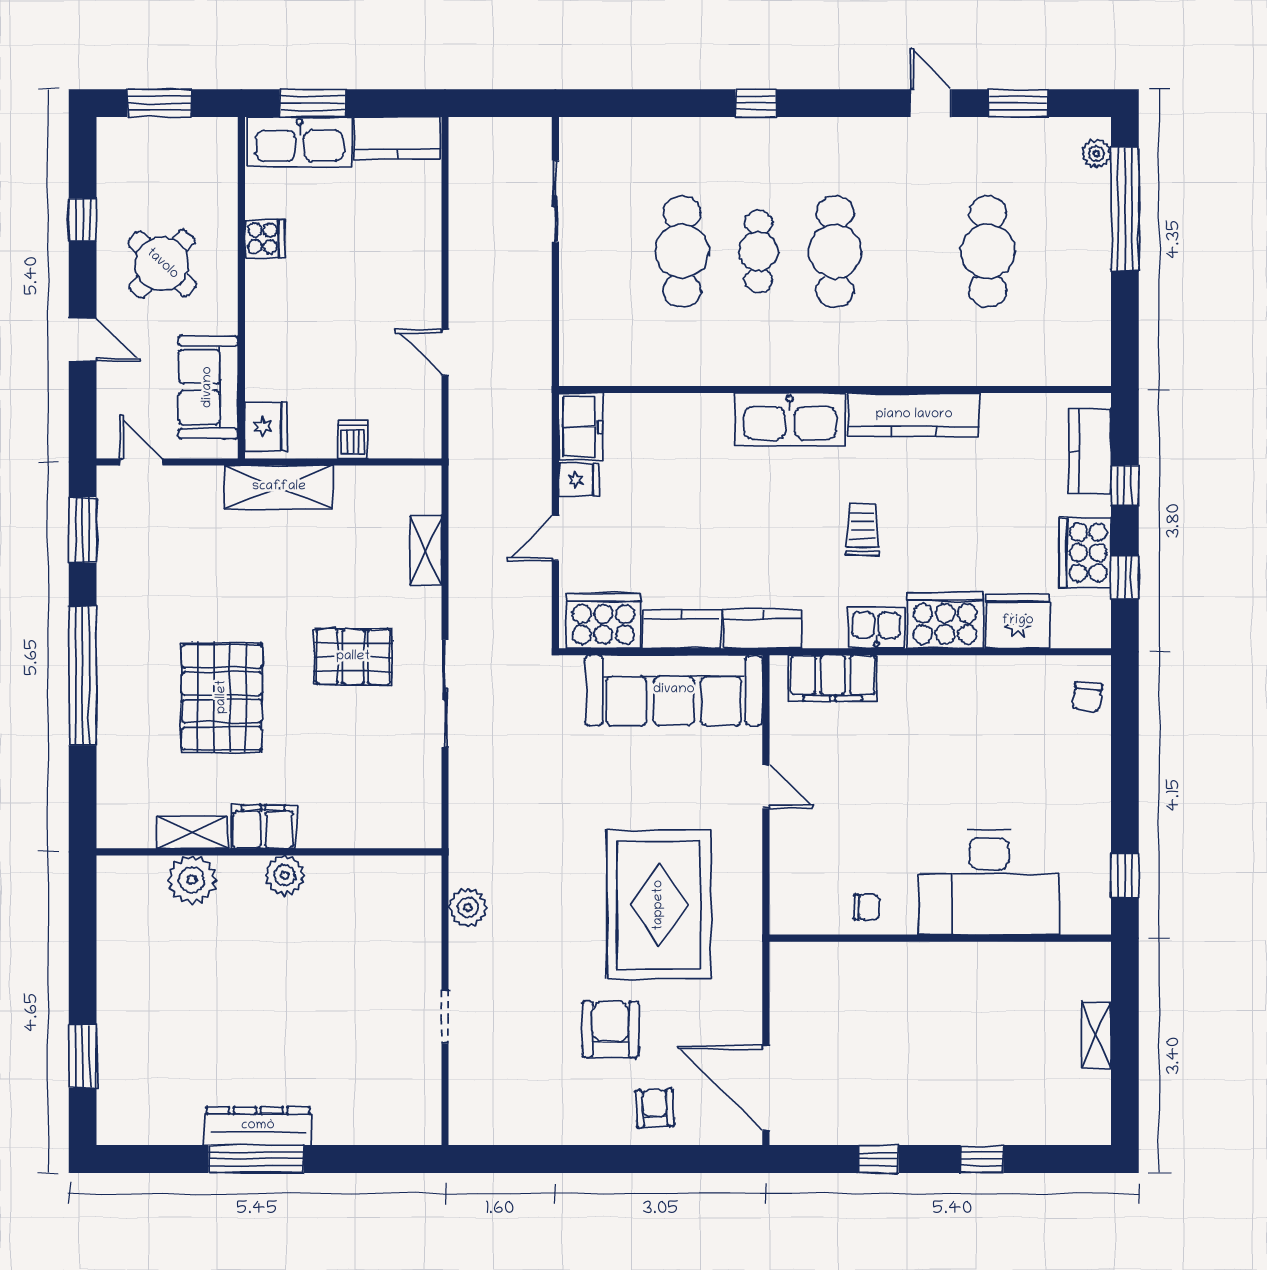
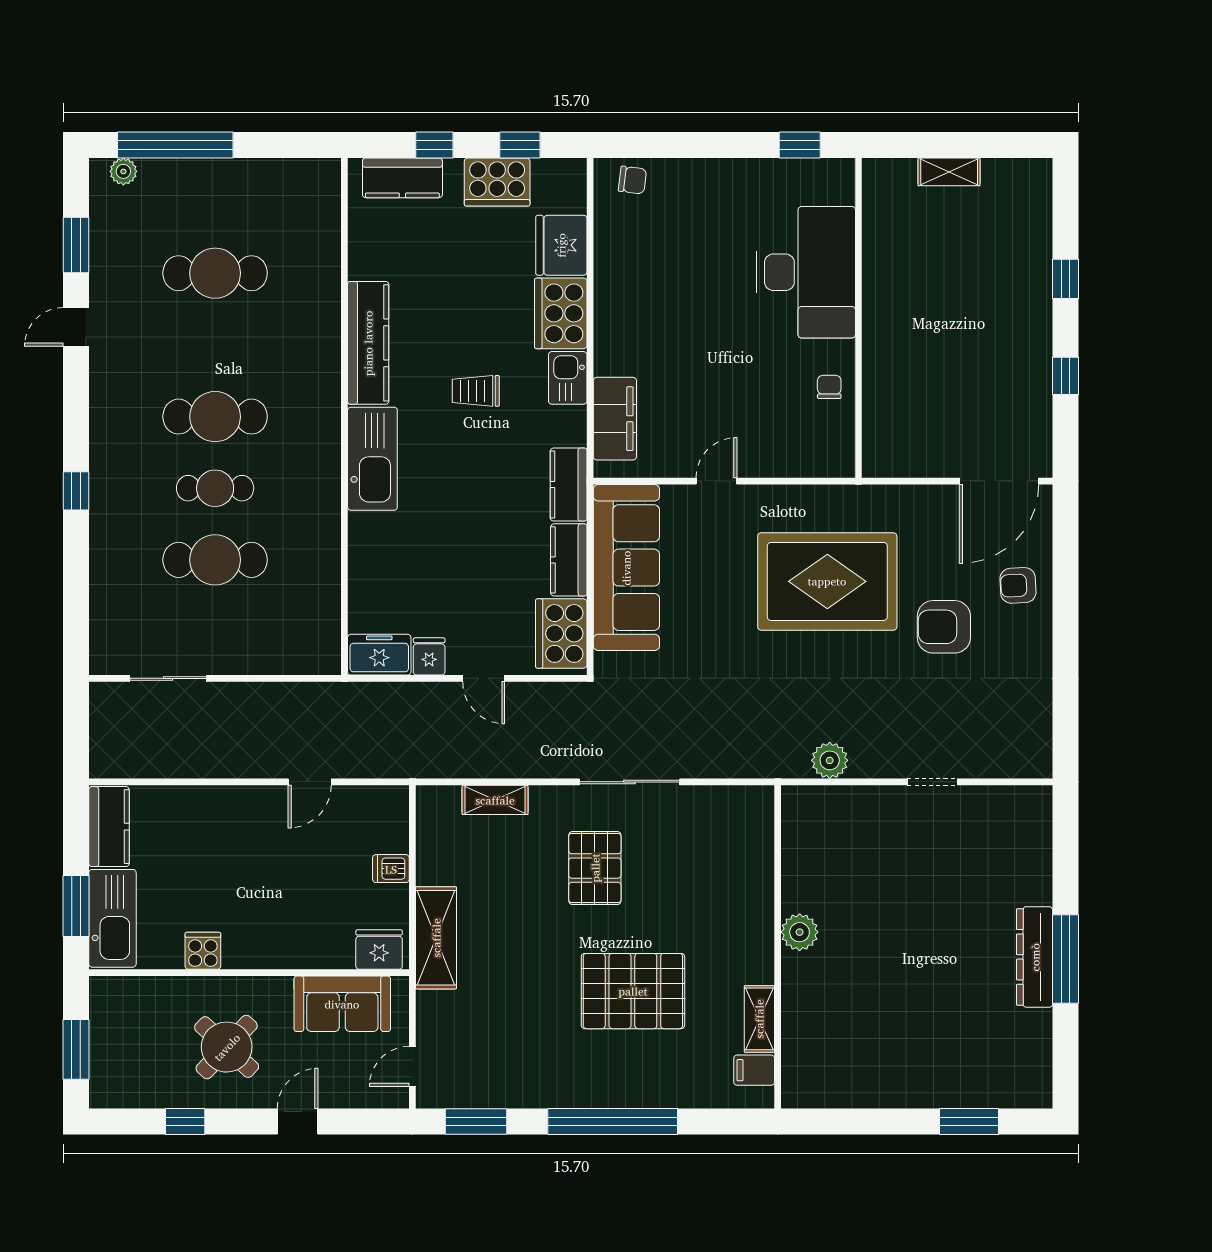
filing cabinet: (263, 827) -> (754, 1070), moved, width x0.50
plant: (192, 880) -> (804, 1019), removed

